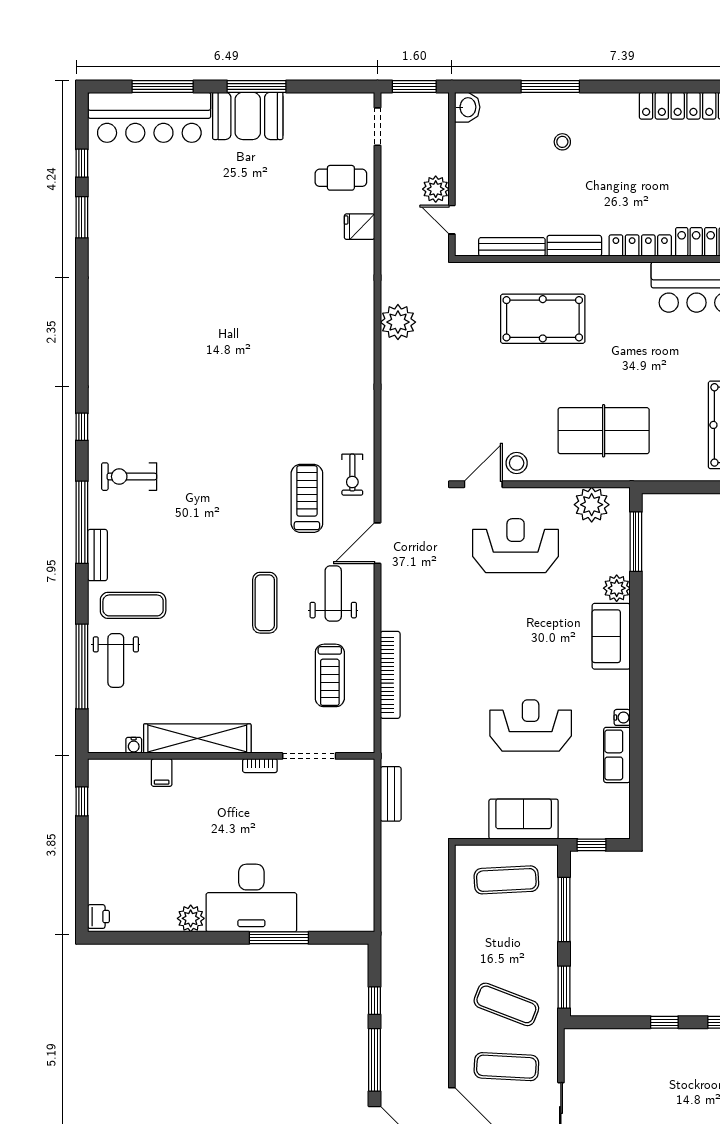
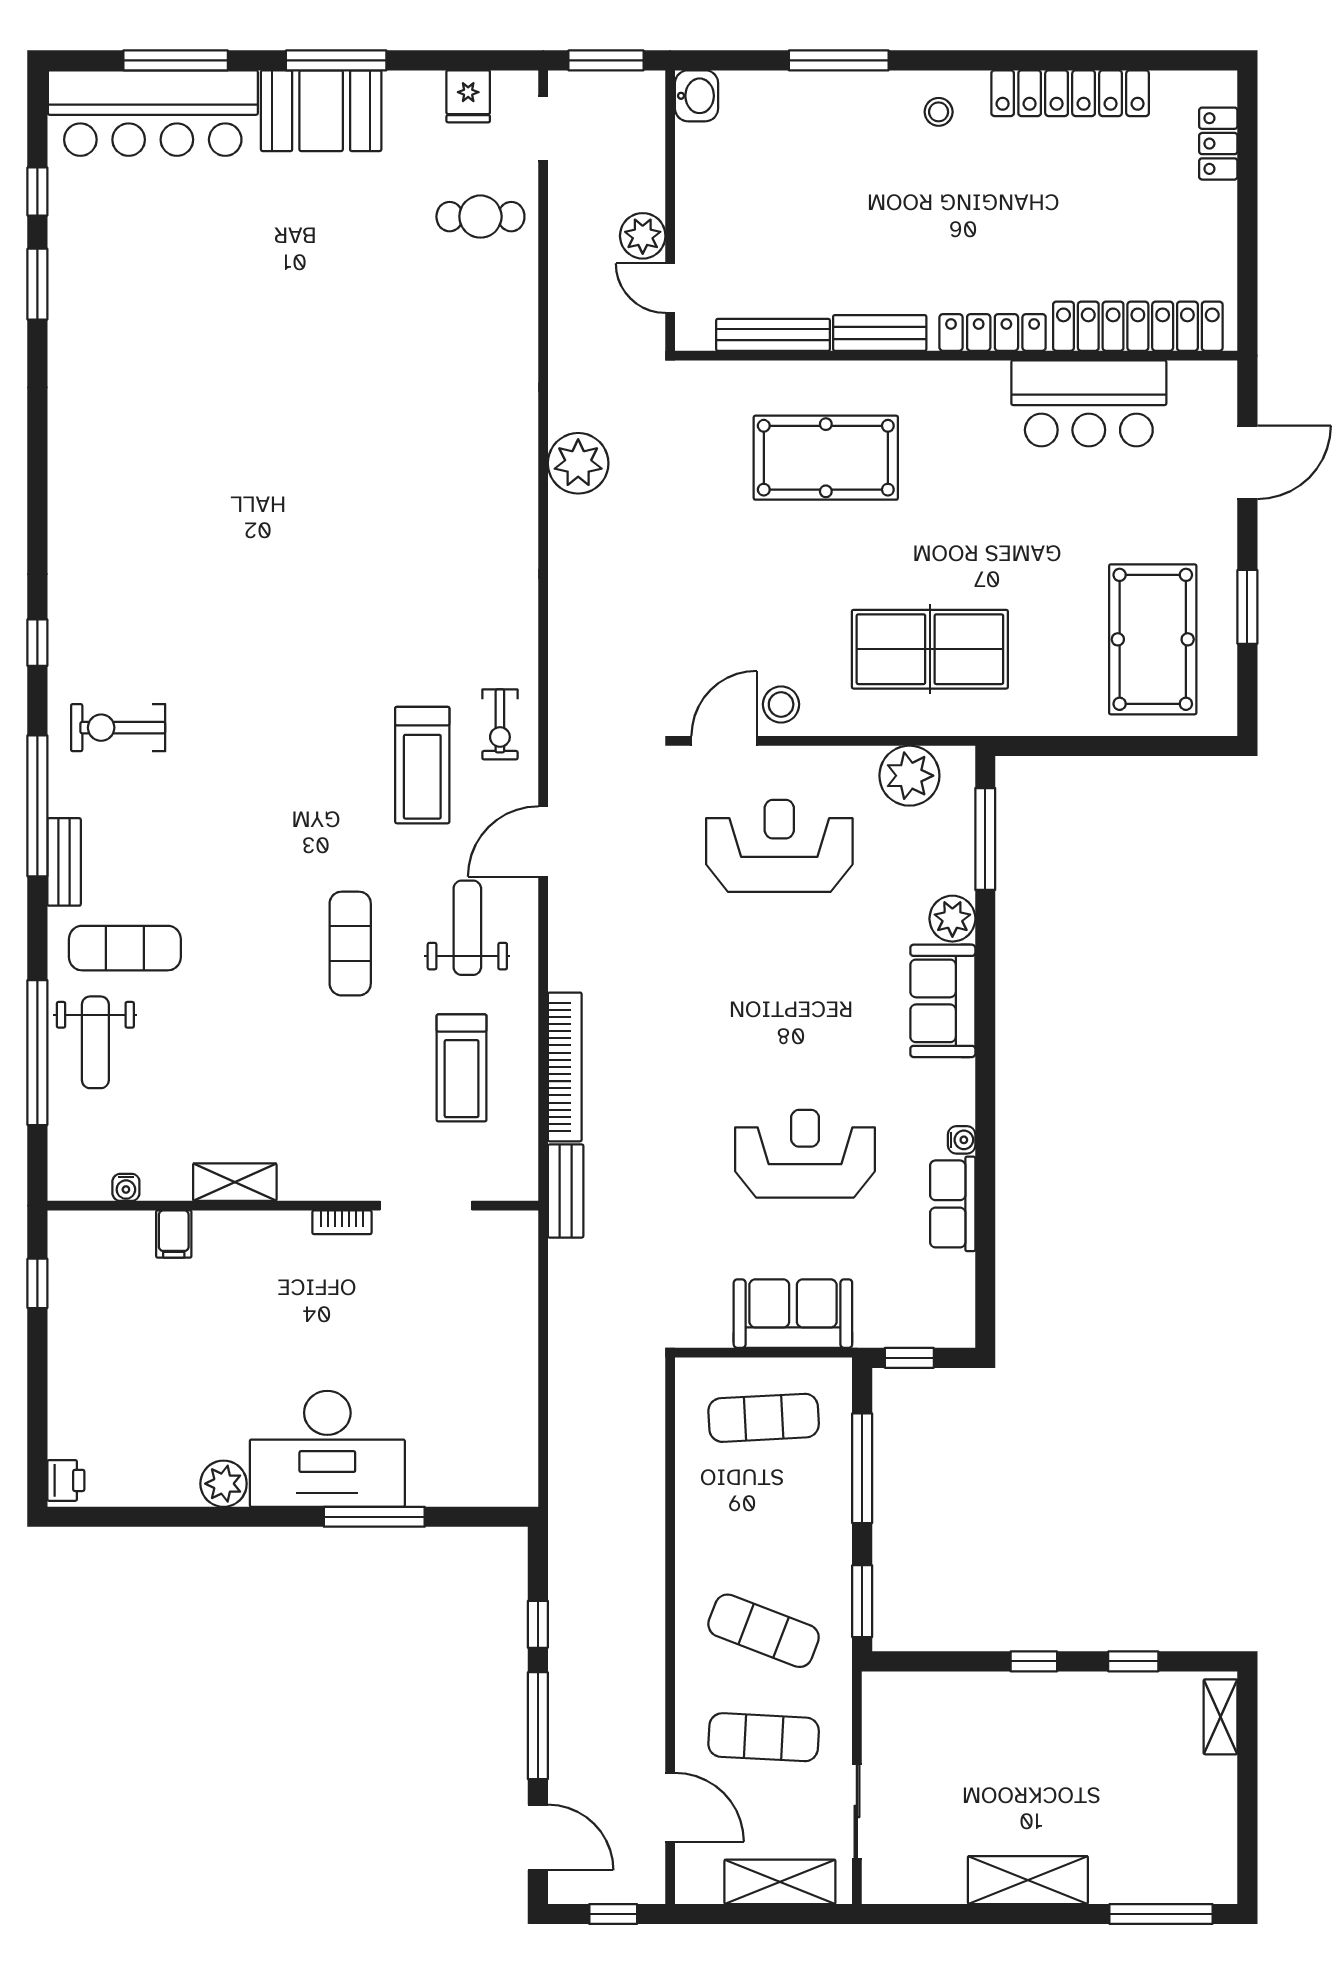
stool: (562, 142) -> (939, 112), moved
fridge: (359, 227) -> (468, 96), moved, turned -90
treadmill: (307, 498) -> (422, 765), turned 180
shelving: (197, 739) -> (235, 1182), width x0.45, depth x0.75
bench: (391, 794) -> (566, 1191), moved

